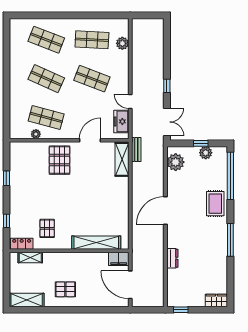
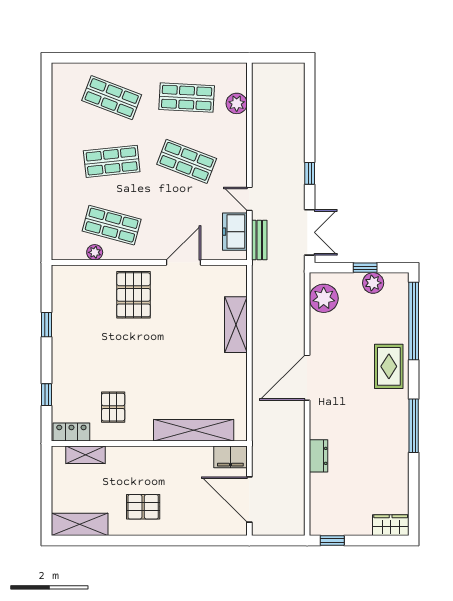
shop shelf: (46, 79) -> (112, 161), turned -30
bench: (136, 150) -> (259, 240), moved
shelving: (122, 159) -> (236, 325), moved

